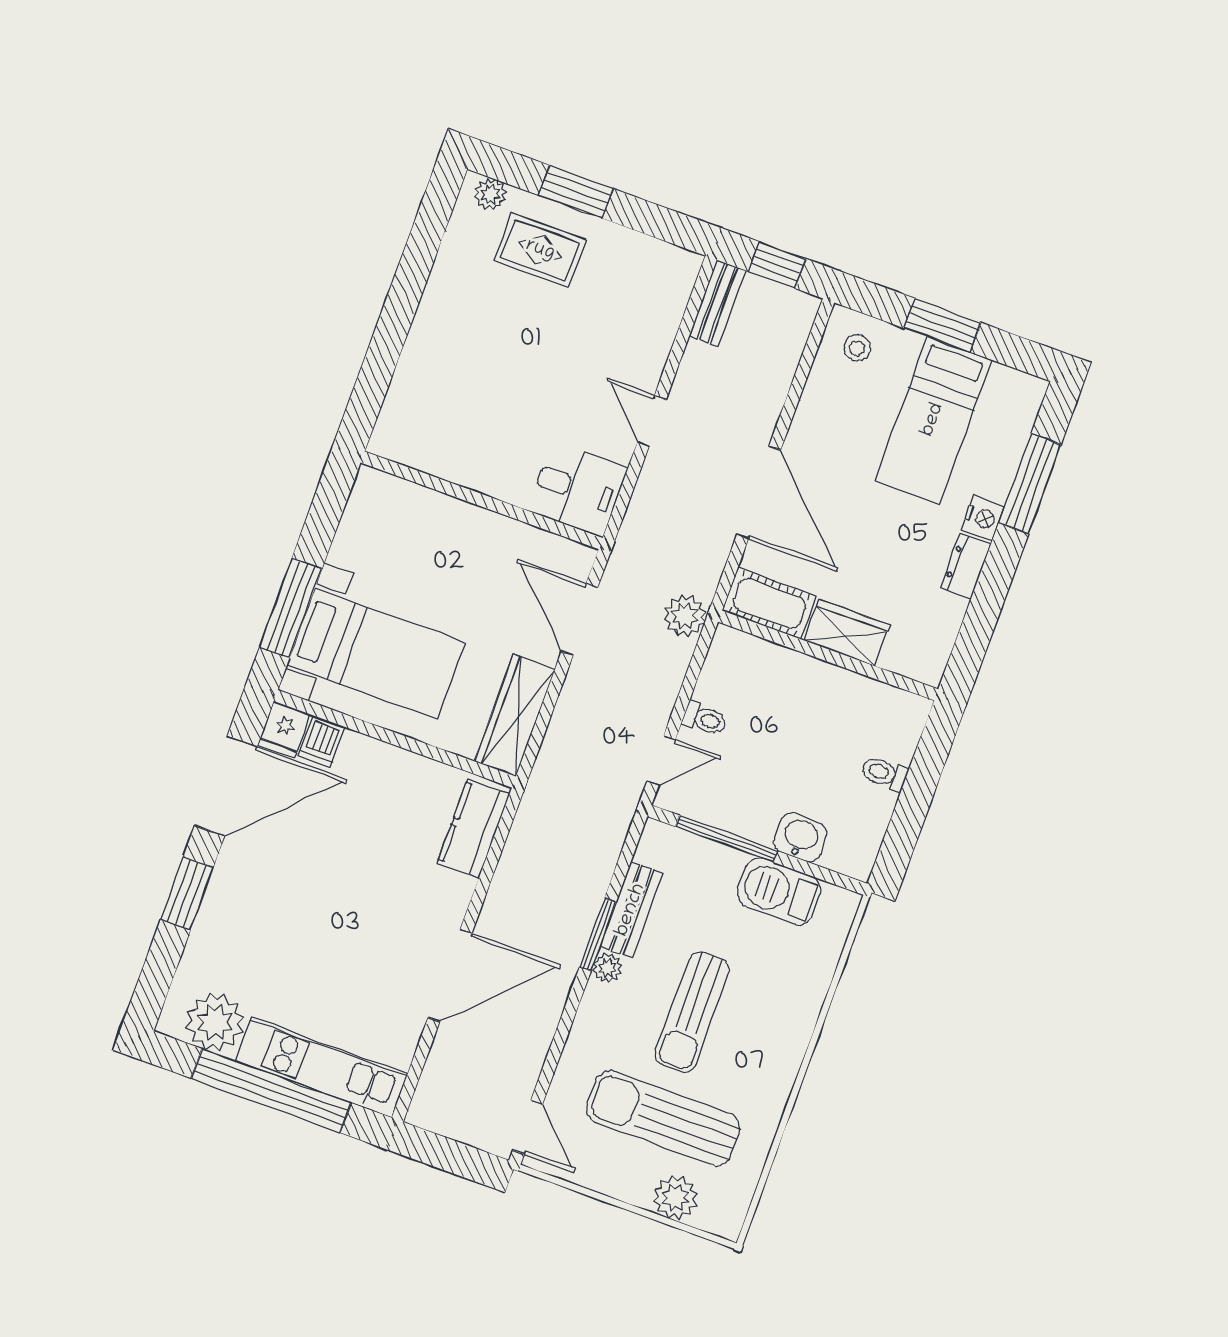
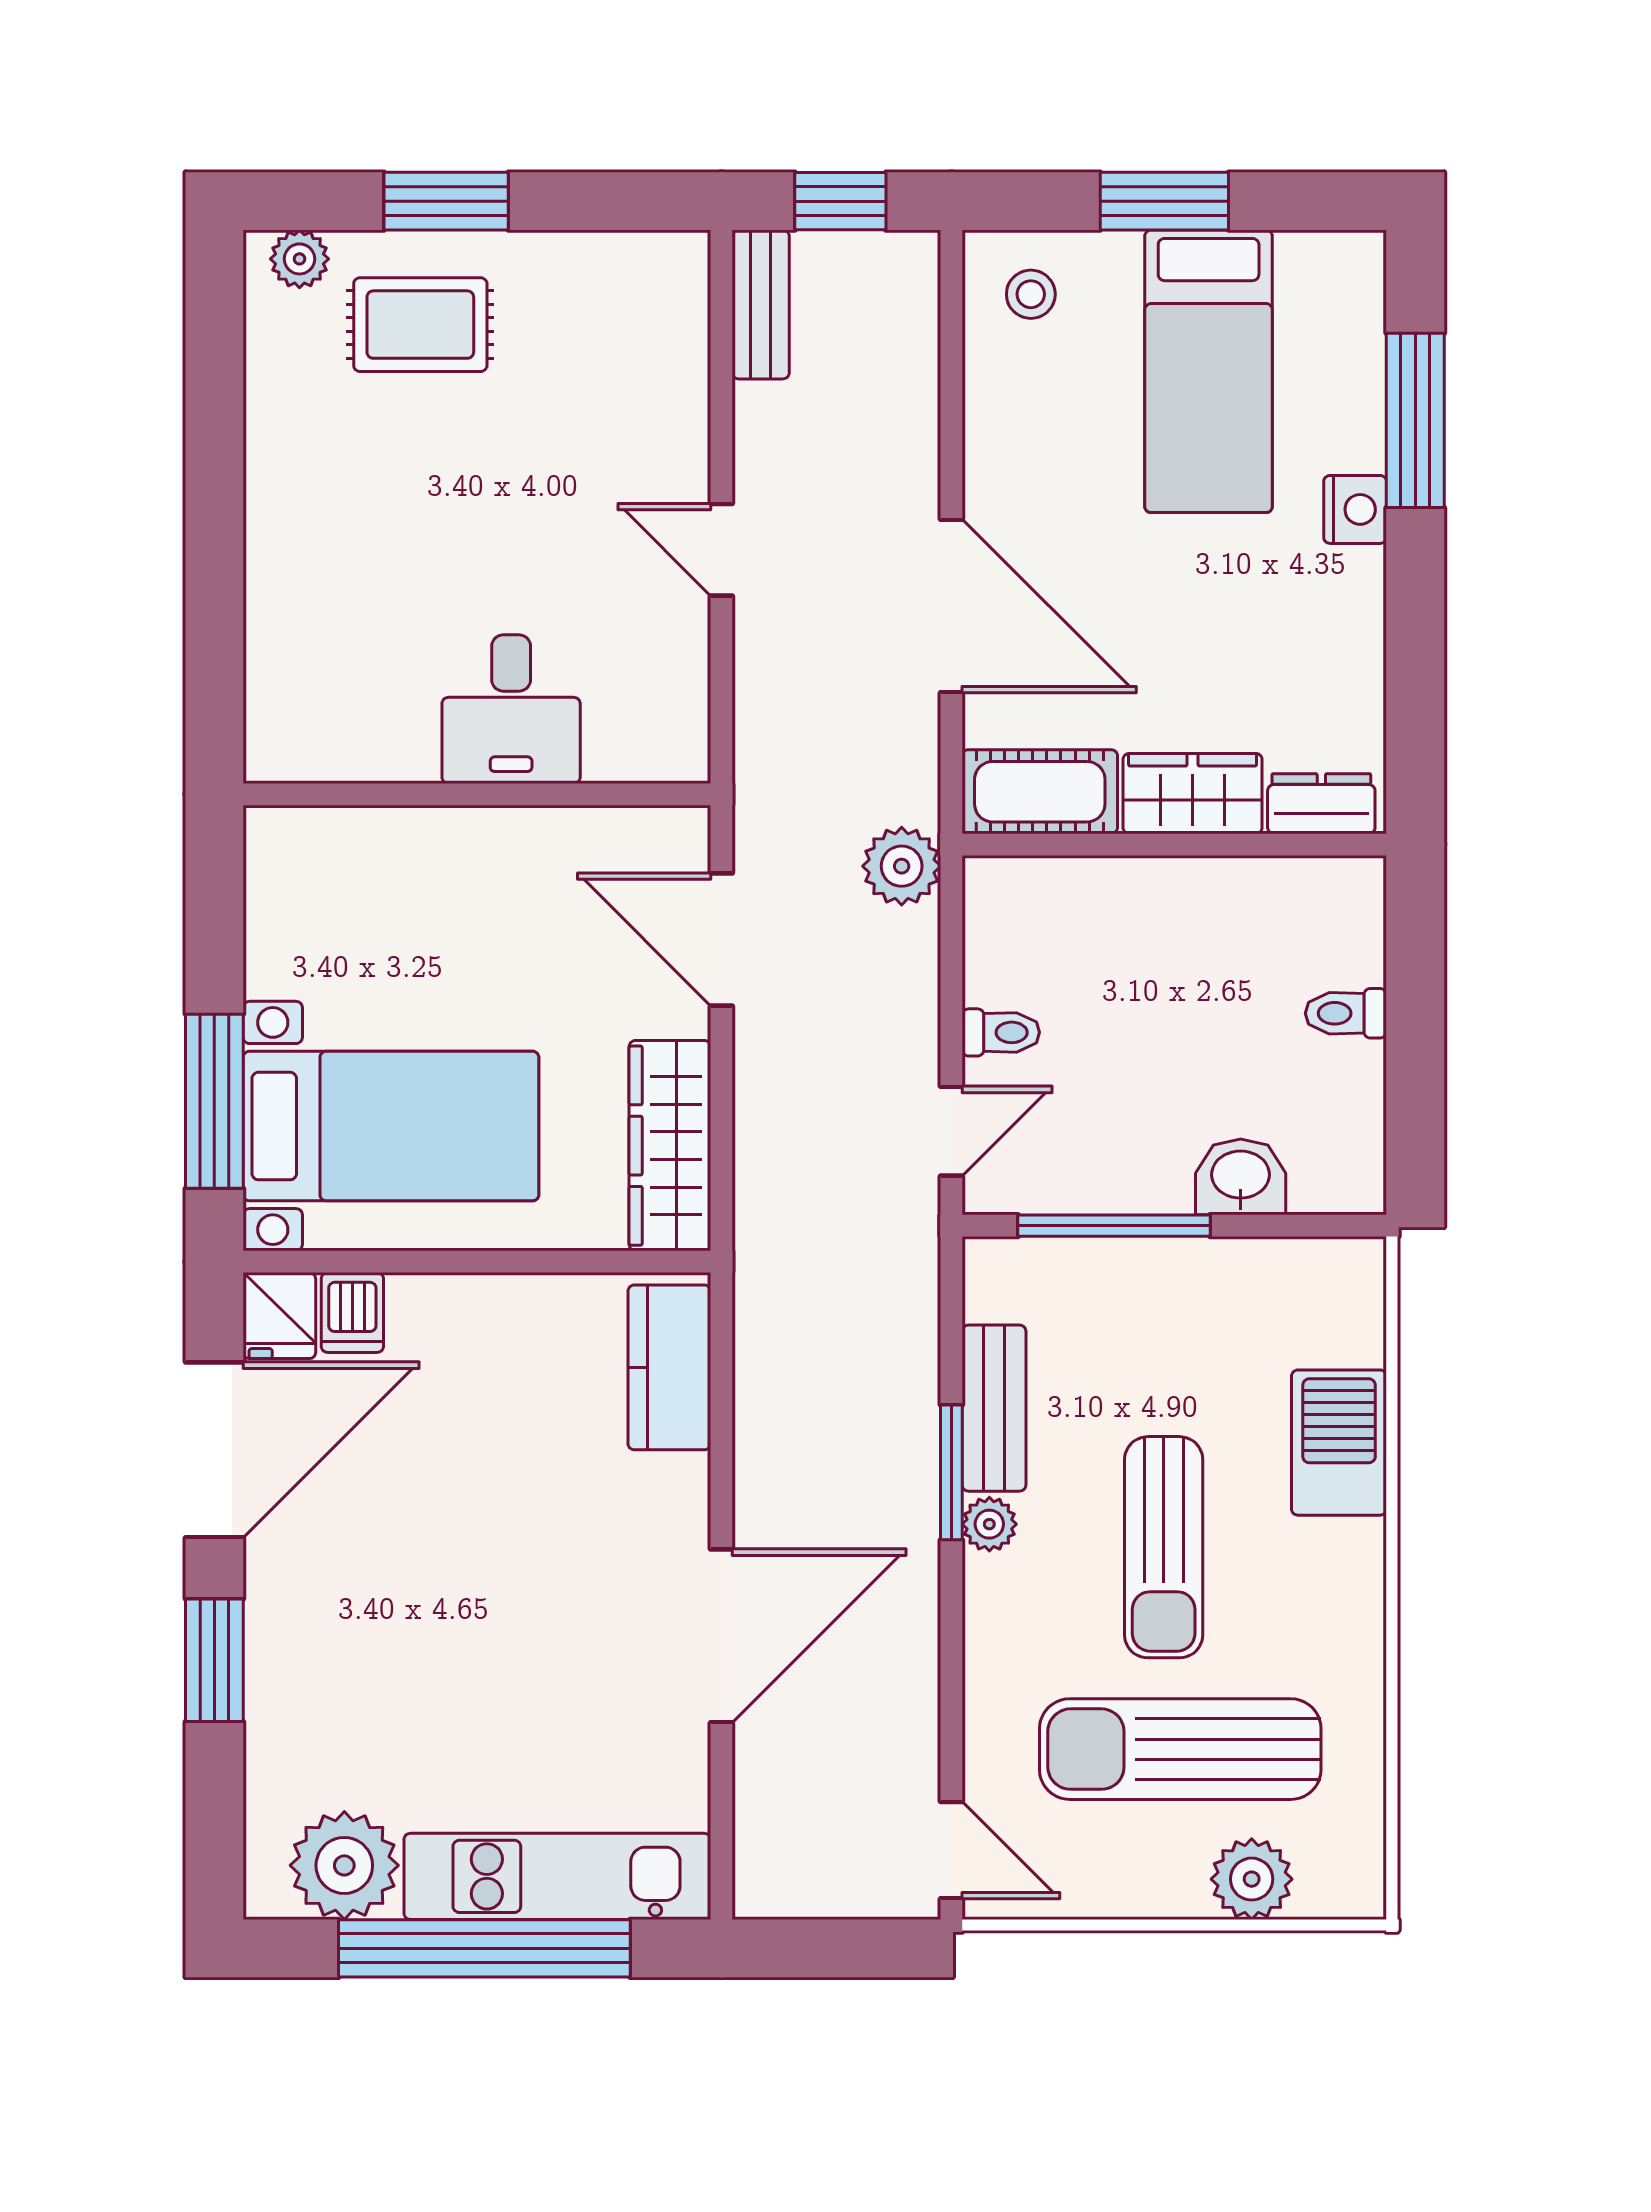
desk: (578, 489) -> (511, 709), moved, turned 90
dresser: (966, 566) -> (1321, 804), moved, turned 90
barbecue: (779, 891) -> (1339, 1443), moved, turned 90

